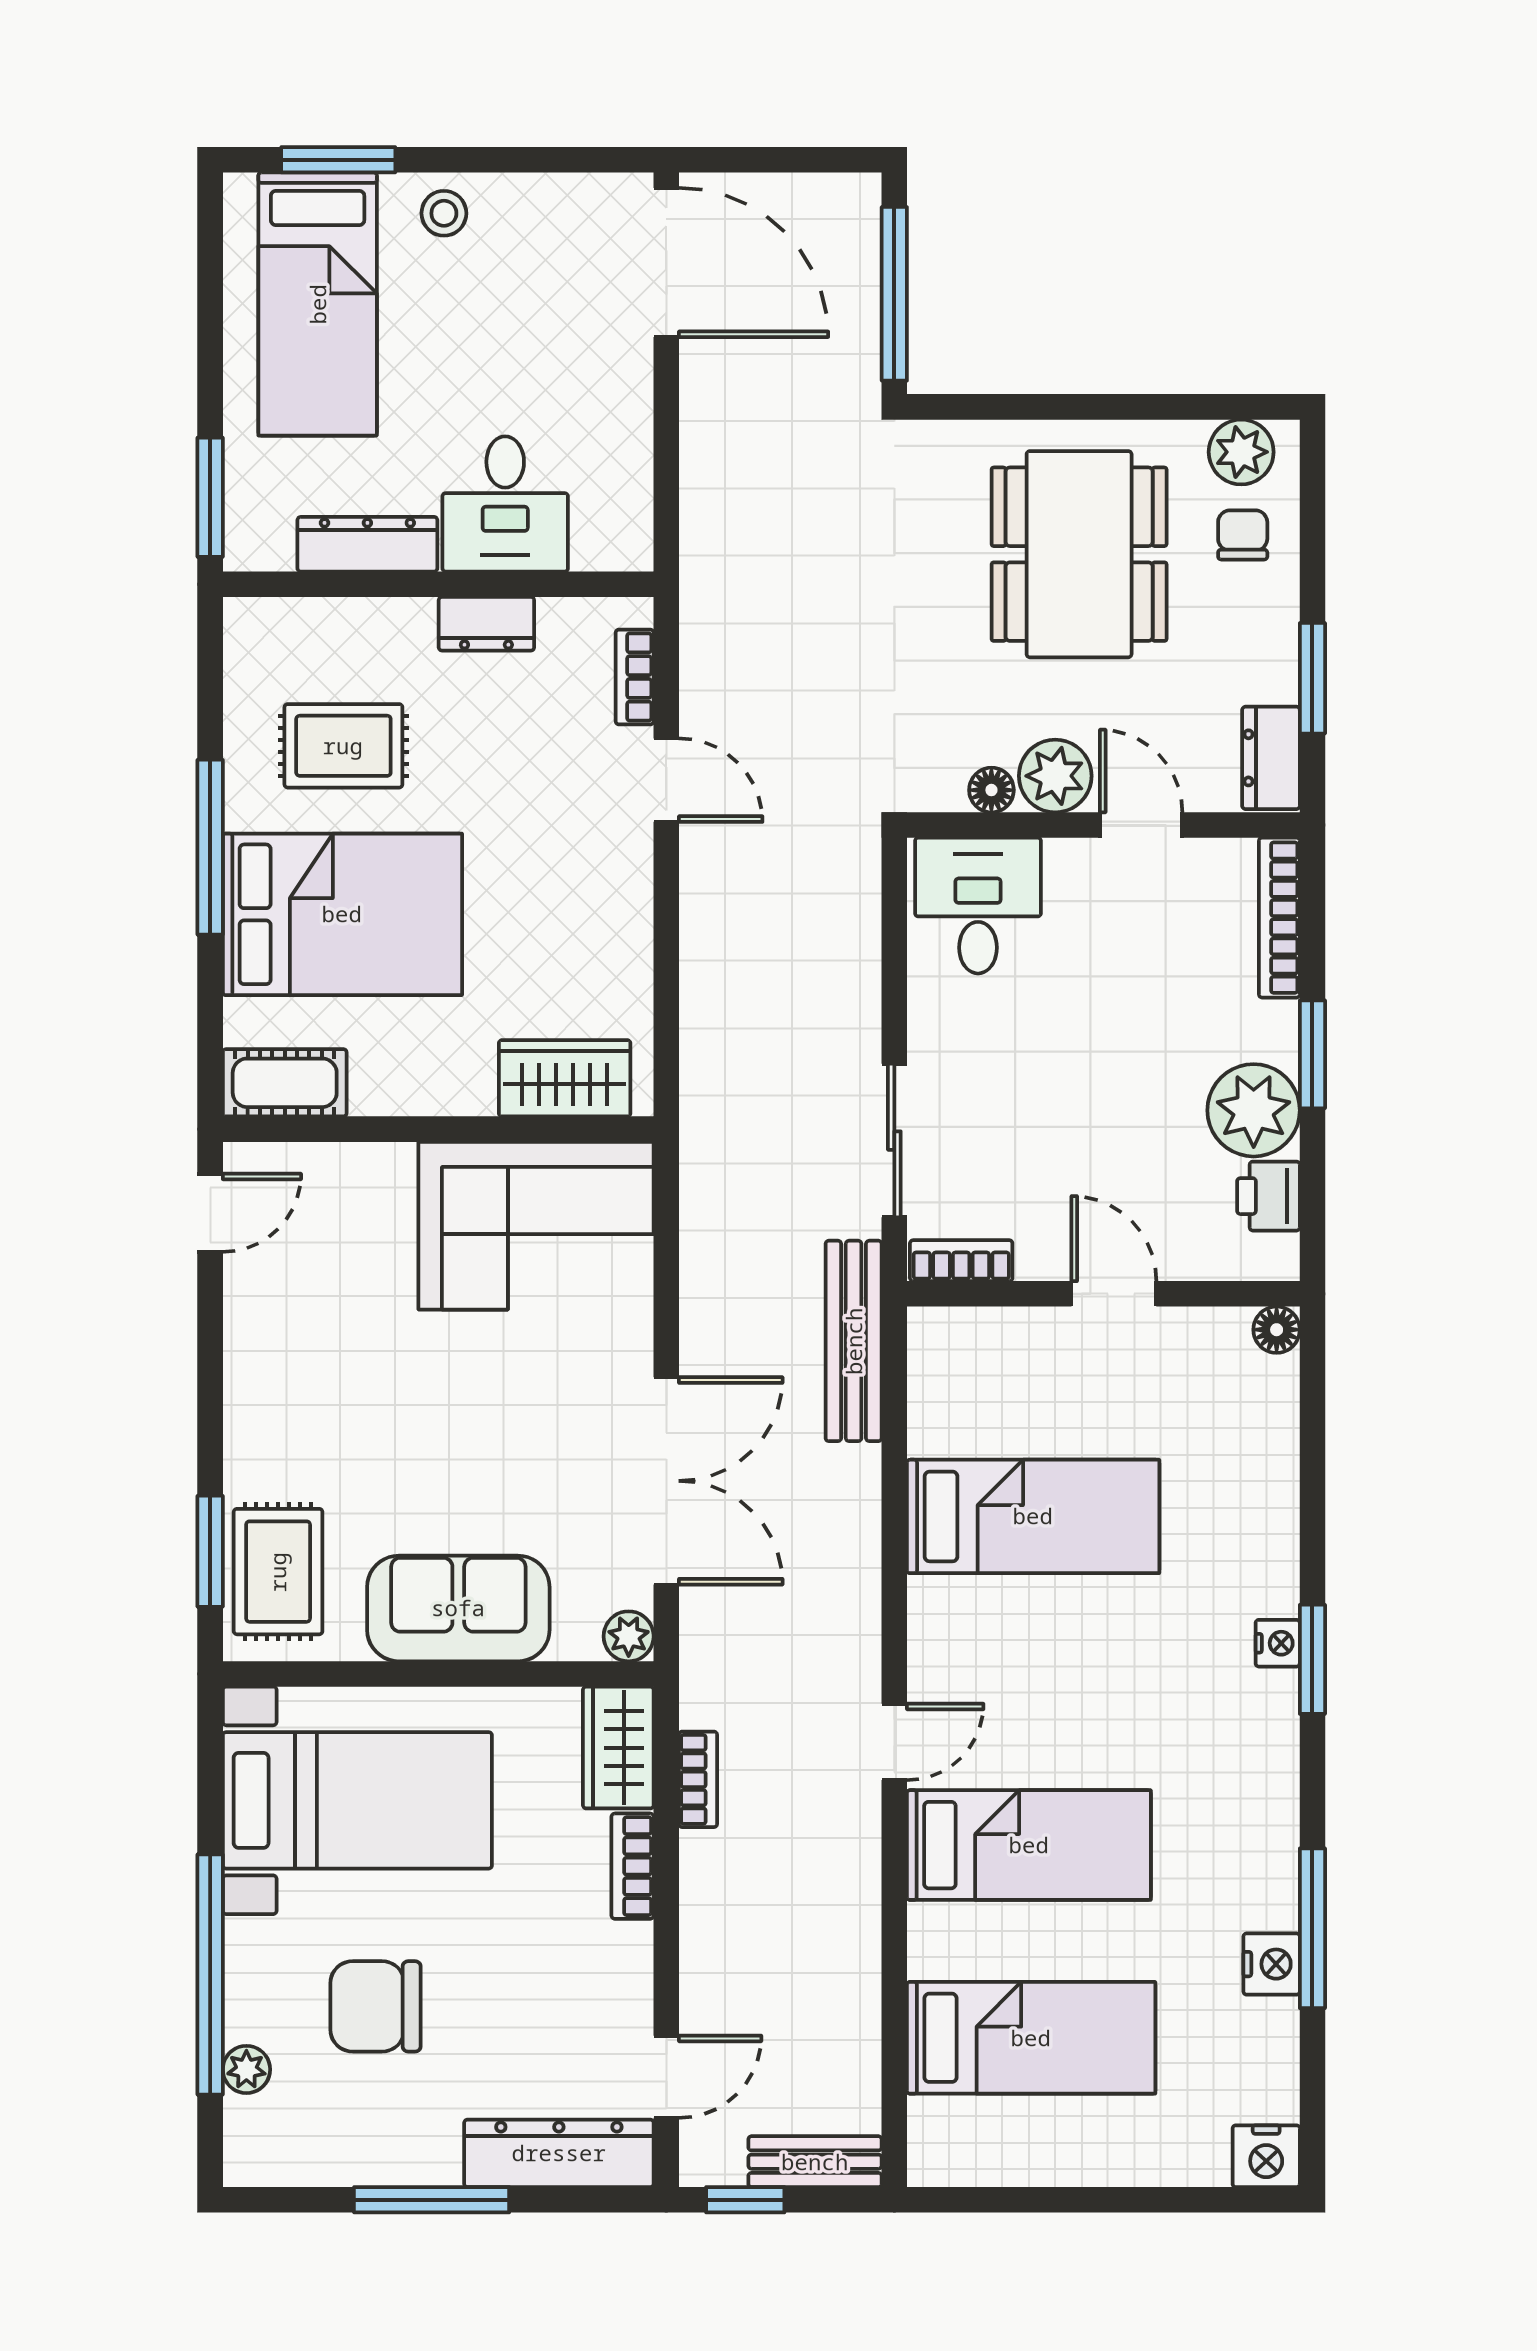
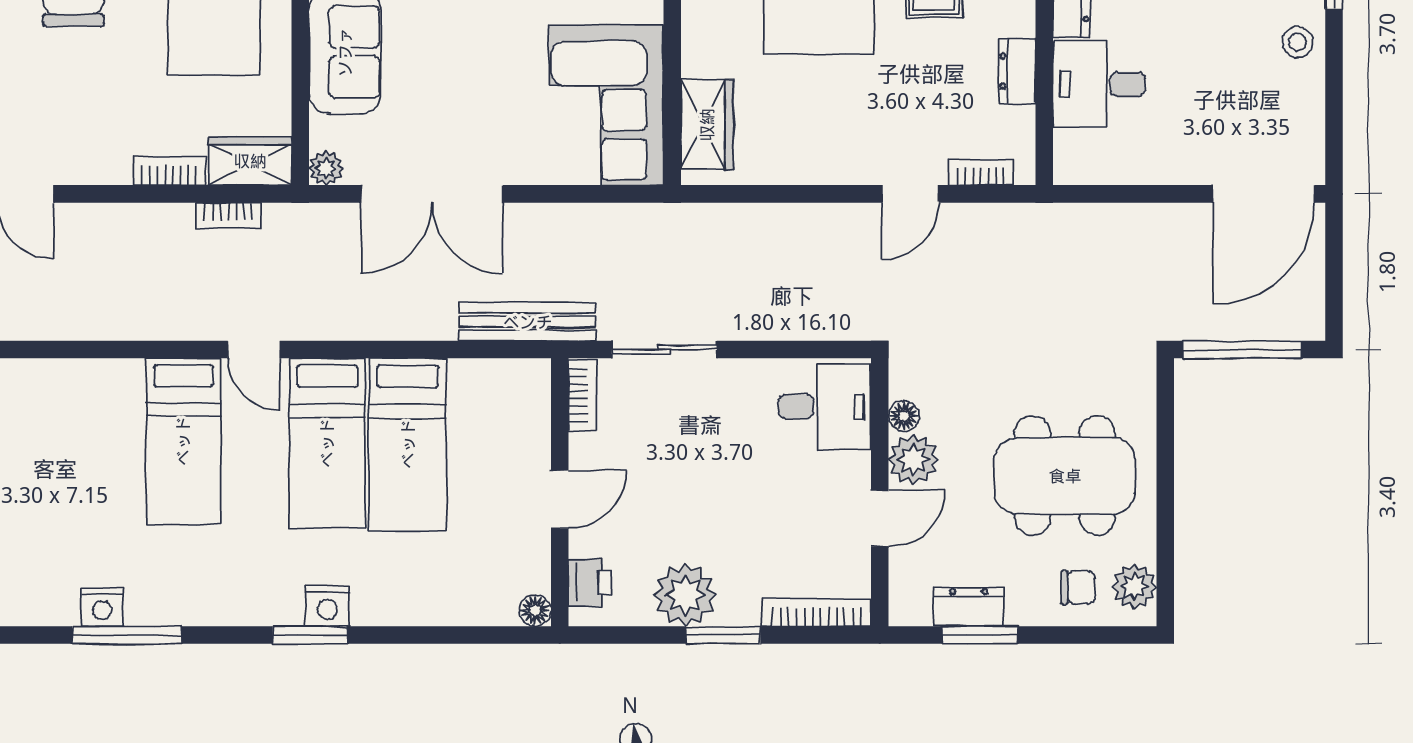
dresser: (1271, 758) -> (969, 607), moved
printer: (1268, 1196) -> (590, 582), moved, turned 90
nightstand: (1278, 1643) -> (327, 606), width x1.39, depth x1.35
bed: (1031, 2038) -> (327, 443), moved

